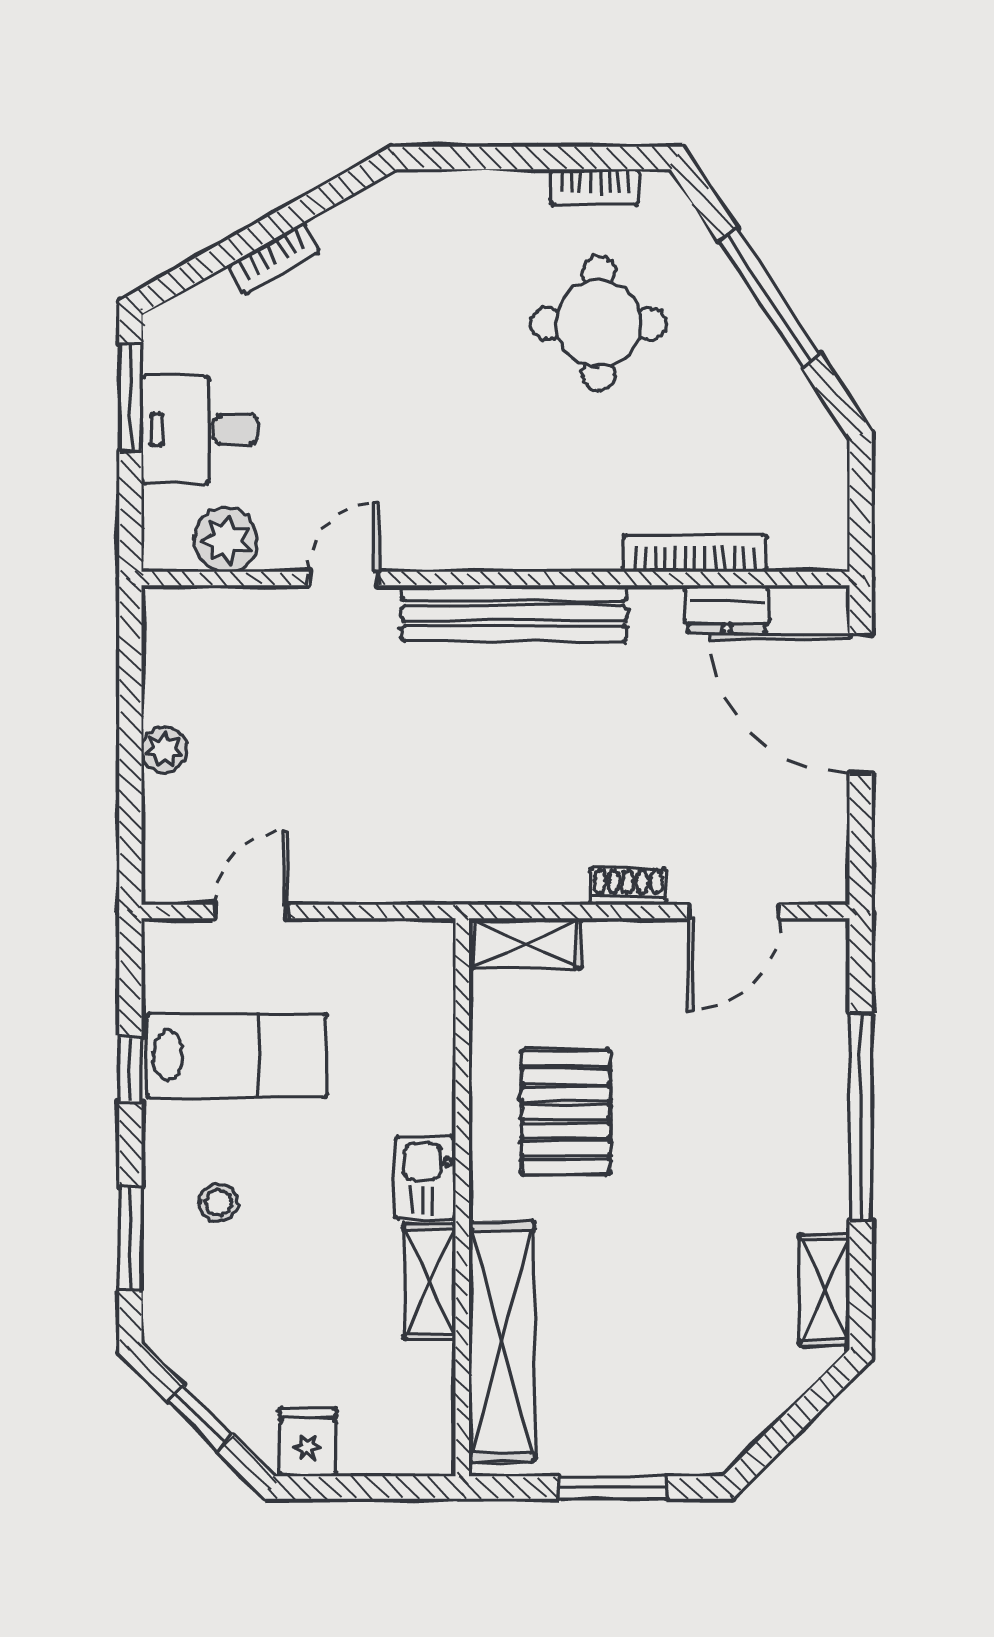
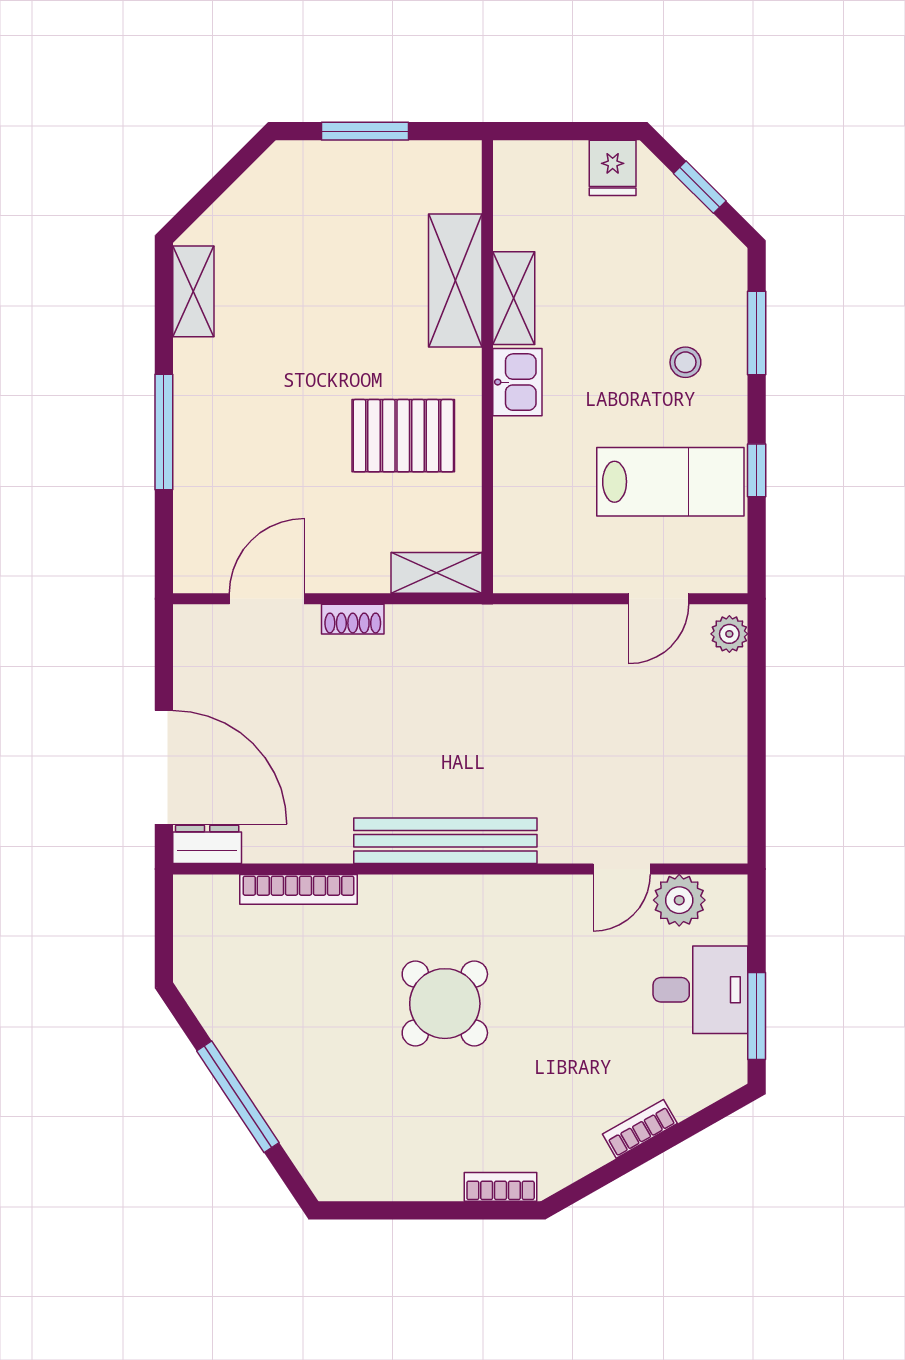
bookcase: (595, 187) -> (501, 1187), moved
round table: (599, 323) -> (445, 1004), moved, turned 45
door: (344, 579) -> (622, 869), moved
dresser: (727, 609) -> (207, 844), moved
plant: (164, 750) -> (729, 634), moved
lab bench: (237, 1056) -> (670, 482), turned 180
pallet: (566, 1112) -> (403, 436), turned 90
window: (861, 1117) -> (164, 432), width x0.68
shelving: (502, 1342) -> (455, 281), width x0.68

